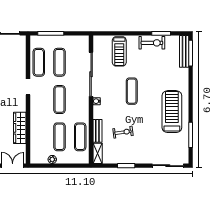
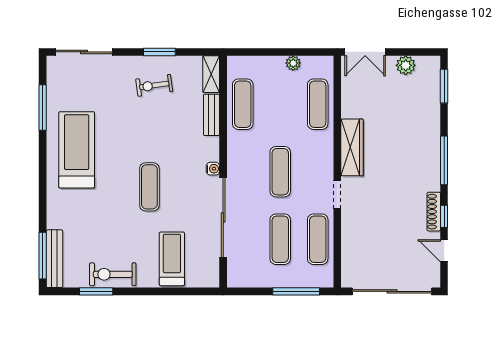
treadmill: (172, 112) -> (77, 150), turned 180
wardrobe: (20, 128) -> (352, 147), moved
exercise bike: (123, 132) -> (154, 85), moved
exercise mat: (59, 137) -> (318, 104), moved

